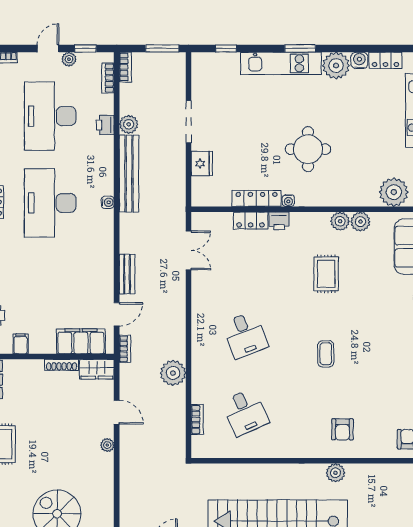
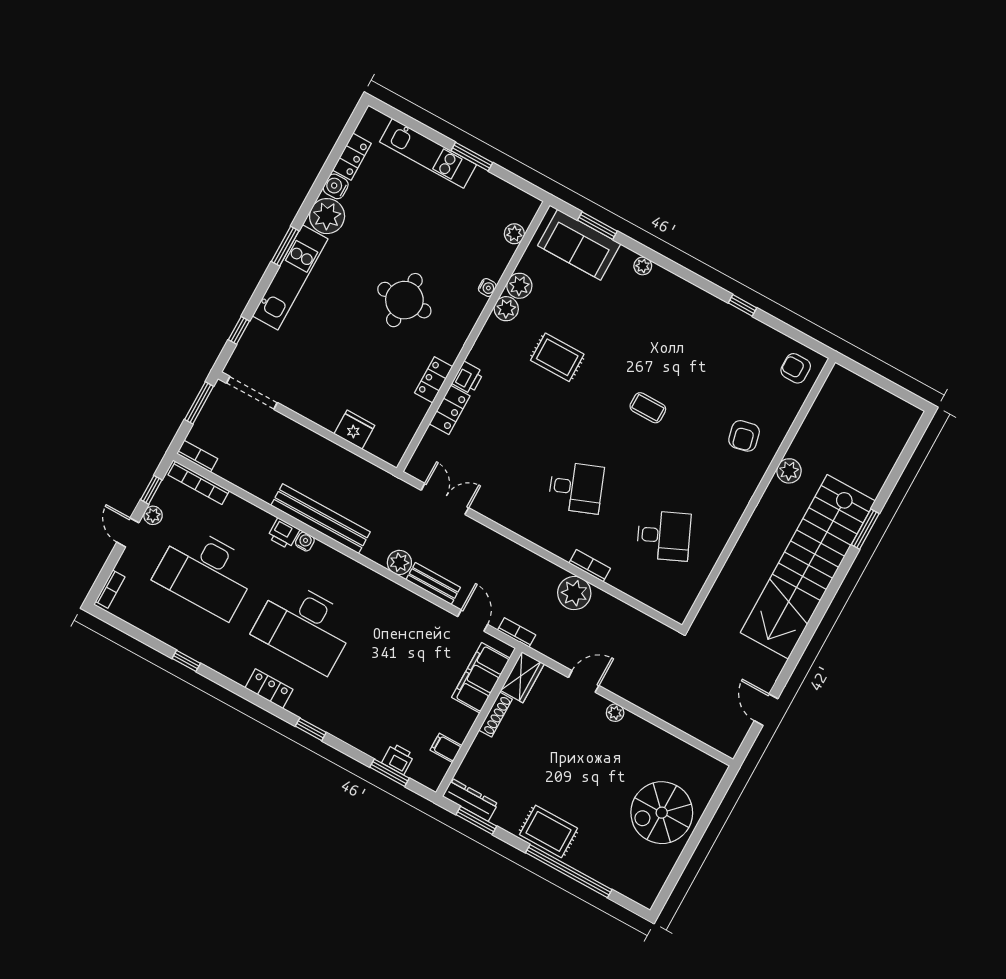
bookcase: (108, 78) -> (199, 483), width x1.56
doorway: (189, 122) -> (252, 393), moved
plant: (129, 124) -> (399, 562), moved
printer: (105, 125) -> (283, 534), moved
plant: (394, 192) -> (514, 234), width x0.53, depth x0.53
locker: (257, 198) -> (434, 380), width x0.66
water cooler: (288, 201) -> (487, 287), moved
water cooler: (108, 202) -> (305, 542), moved
bookcase: (197, 419) -> (590, 566), moved
armchair: (342, 429) -> (744, 436), turned 77

